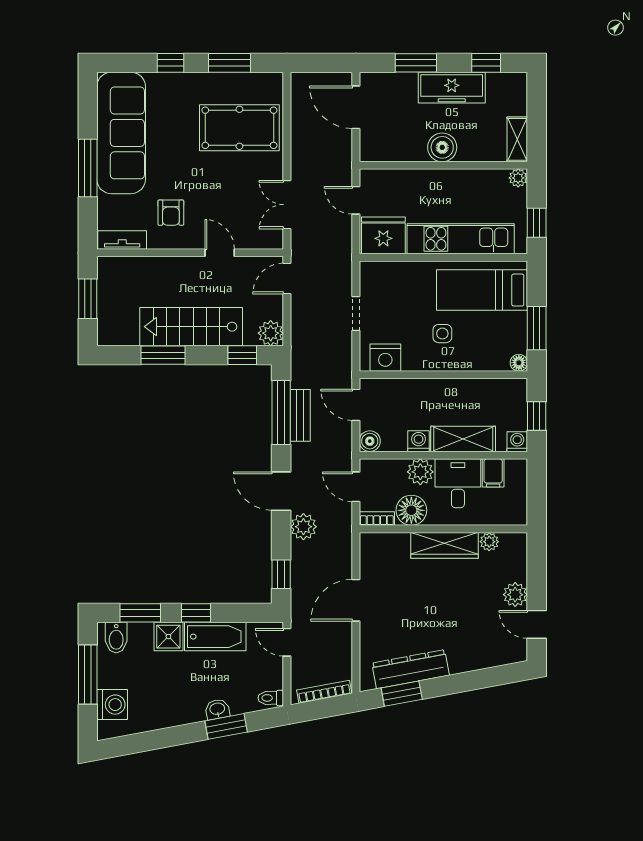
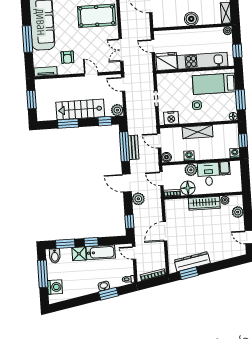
door: (287, 279) -> (123, 84), hinge flipped
shelving: (463, 439) -> (198, 132), moved
plant: (515, 595) -> (238, 212), moved

